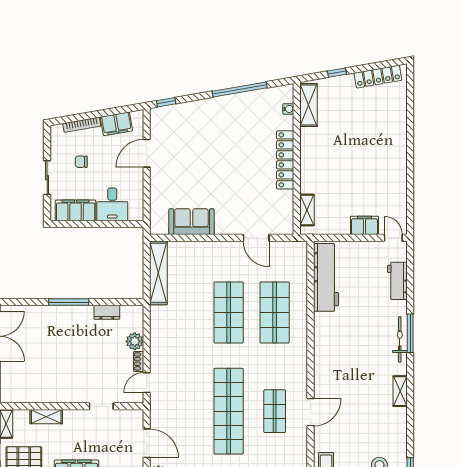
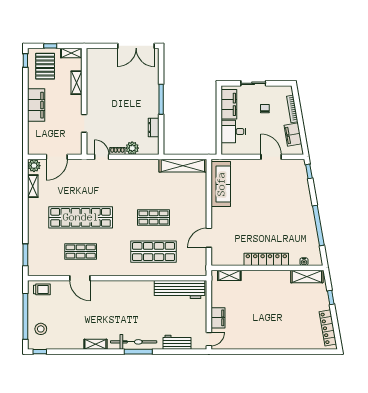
sofa: (192, 222) -> (221, 184), width x1.36
shop shelf: (229, 312) -> (154, 217), width x0.70, depth x0.74
bicycle: (400, 339) -> (134, 342), width x1.37, depth x1.40

